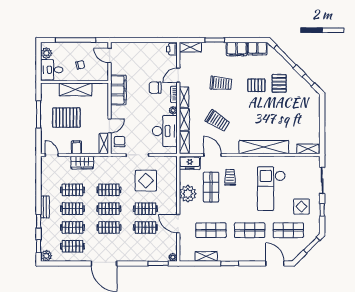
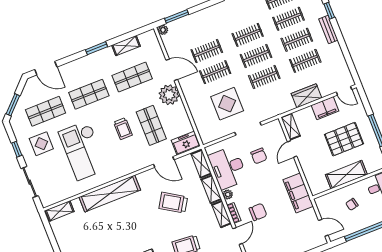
chair: (120, 142) -> (259, 156), moved
filing cabinet: (76, 147) -> (325, 108), width x2.00
trolley: (230, 177) -> (123, 129), moved
checkout: (271, 189) -> (83, 150), turned 180
plant: (188, 194) -> (169, 95), moved

